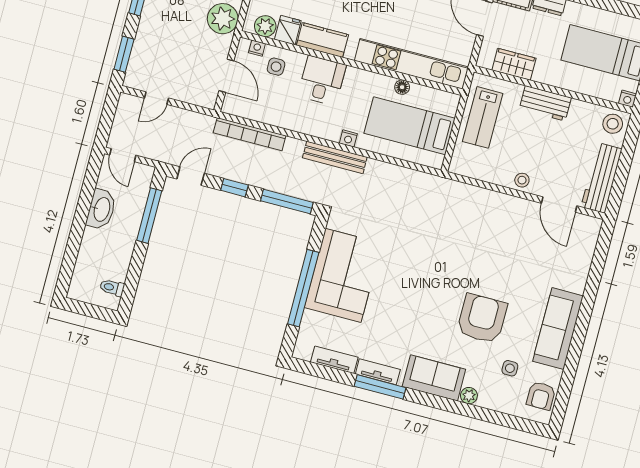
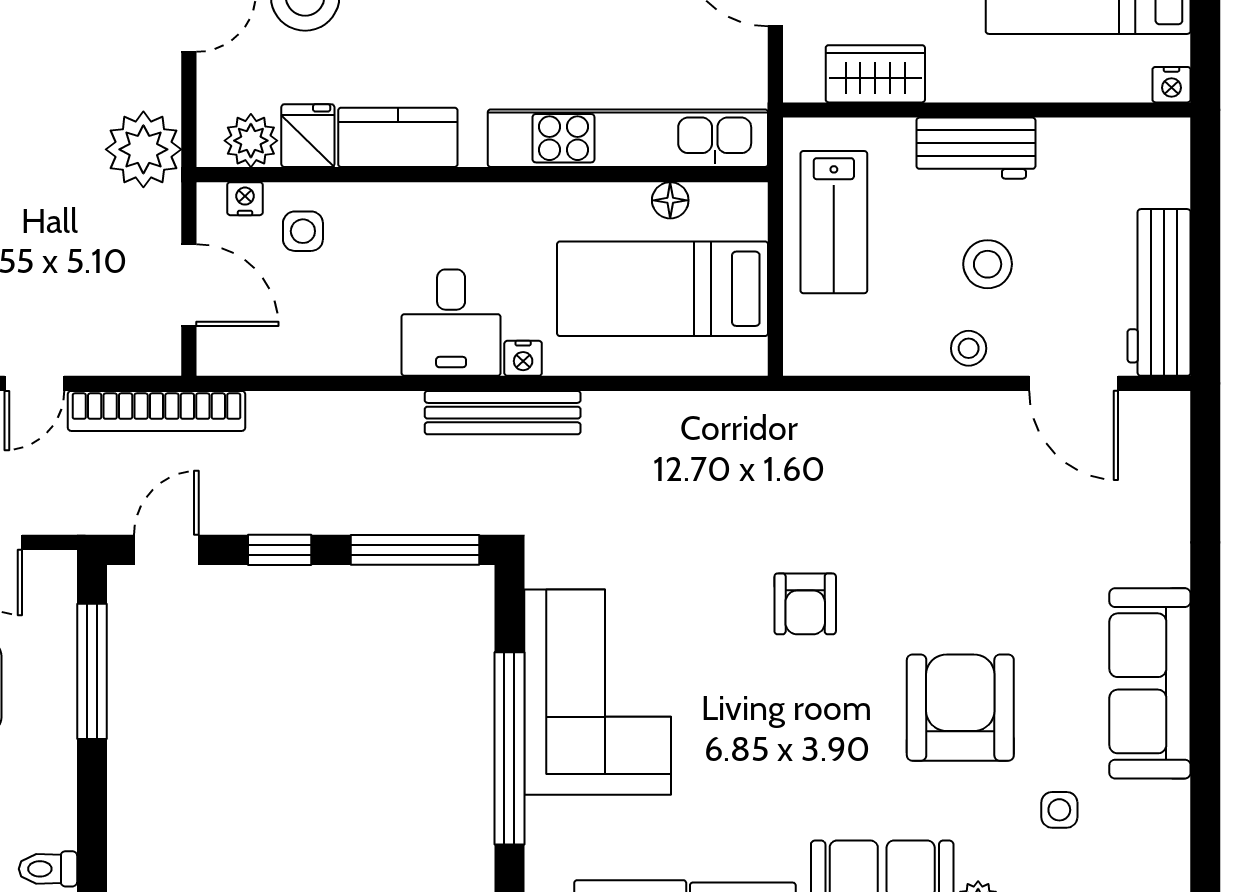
desk: (322, 80) -> (451, 323), moved, turned 180
floor lamp: (402, 87) -> (670, 200), moved
stool: (613, 124) -> (988, 264), moved
bookcase: (250, 134) -> (157, 411), moved
armchair: (541, 396) -> (805, 604), moved

